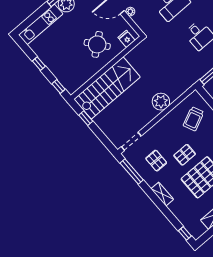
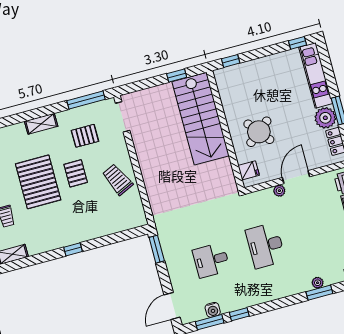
window: (39, 64) -> (298, 43), moved
plant: (161, 102) -> (153, 176), removed
trolley: (193, 119) -> (117, 180), moved

